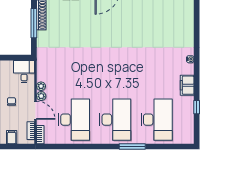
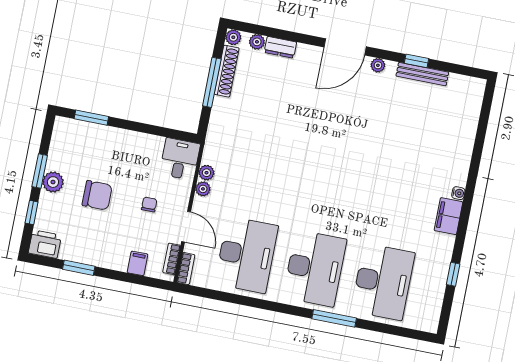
filing cabinet: (187, 85) -> (448, 216), moved
plant: (41, 96) -> (206, 173), moved

